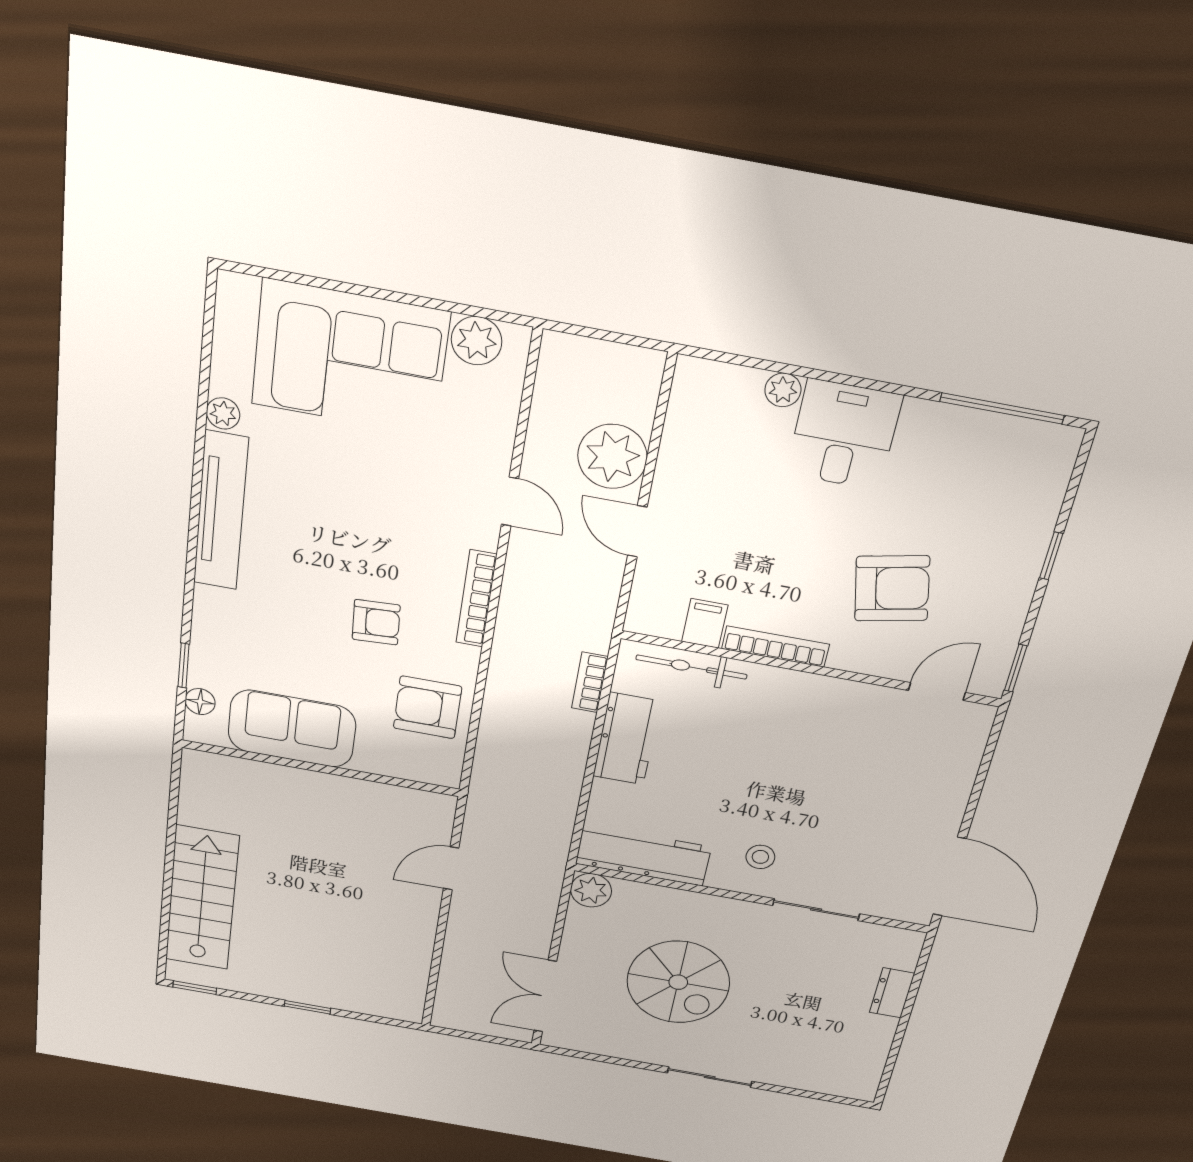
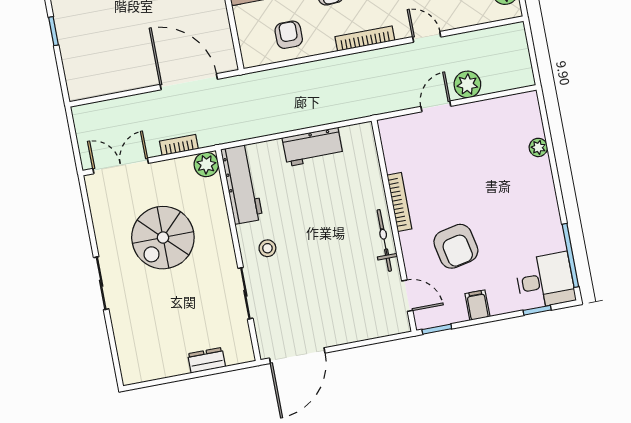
desk: (844, 435) -> (545, 281), moved
plant: (612, 456) -> (467, 84), width x0.73, depth x0.73
door: (510, 502) -> (427, 37), swing flipped
window: (1051, 556) -> (537, 310), moved
filing cabinet: (705, 623) -> (477, 305), moved, turned -90
bicycle: (691, 667) -> (384, 240), moved
bookcase: (590, 682) -> (179, 145), moved
armchair: (427, 707) -> (289, 35), width x0.72, depth x0.72
door: (451, 868) -> (189, 82), width x1.88

